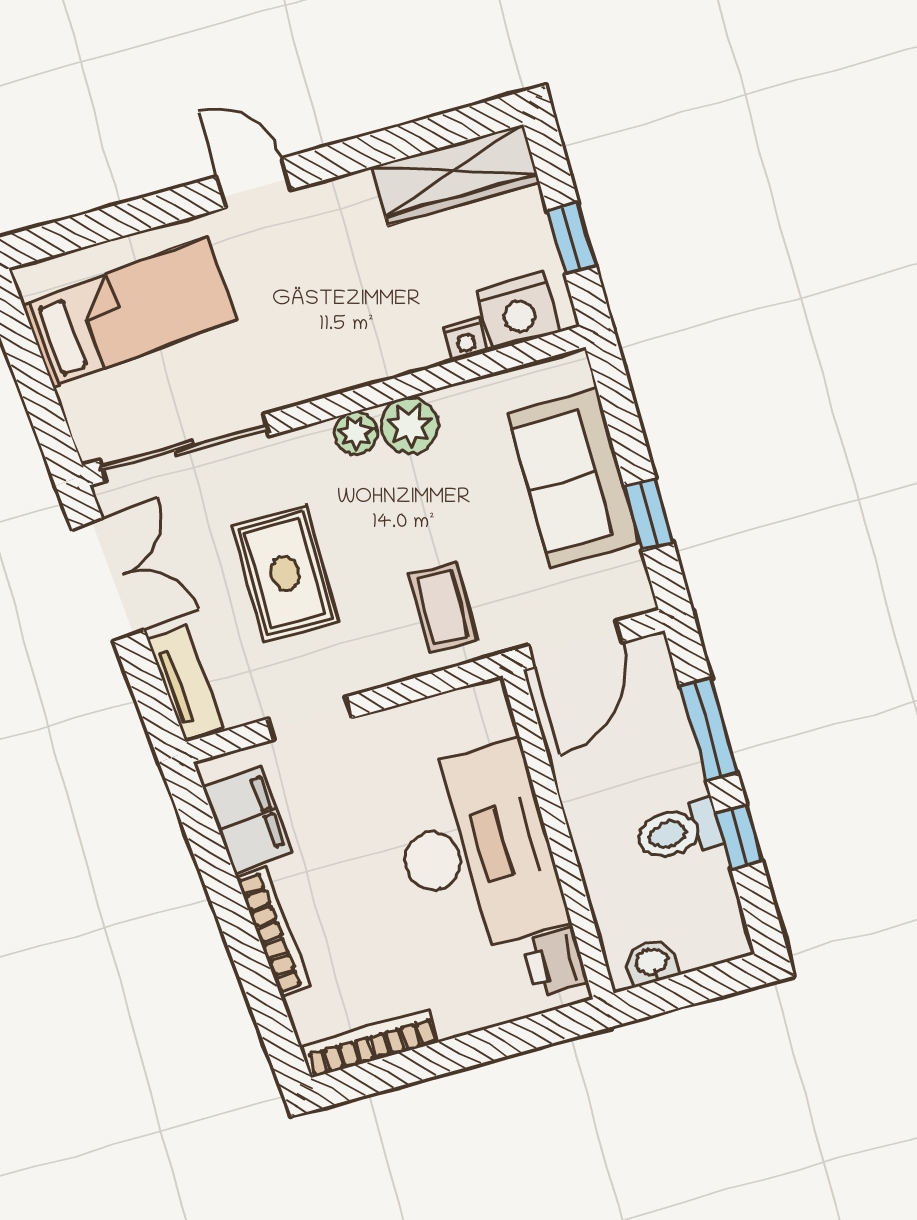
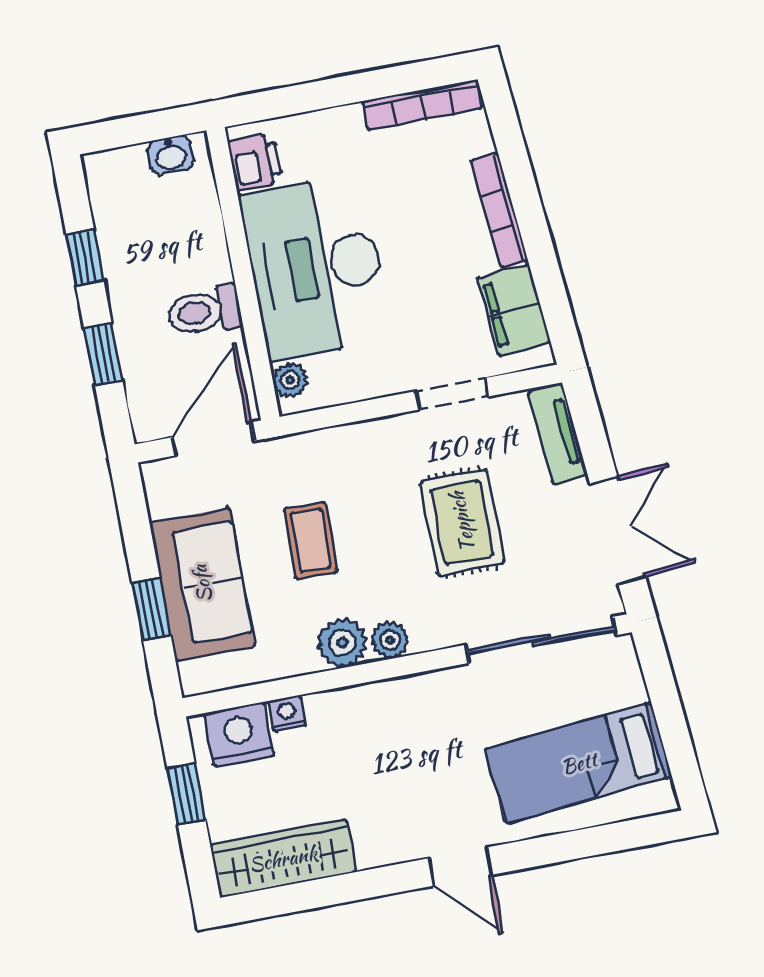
window: (649, 514) -> (151, 609), moved
double door: (108, 580) -> (618, 530), swing flipped
coffee table: (443, 607) -> (311, 540), moved
plant: (494, 718) -> (290, 380), added
window: (709, 730) -> (103, 354), width x0.67
toilet: (679, 831) -> (204, 311), moved, turned 180

